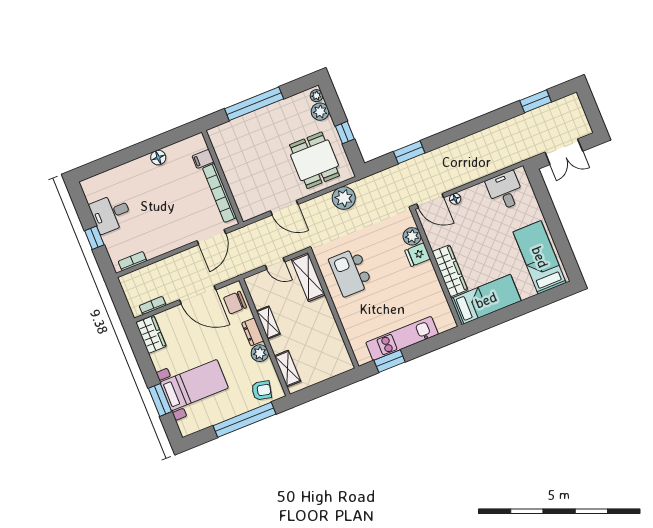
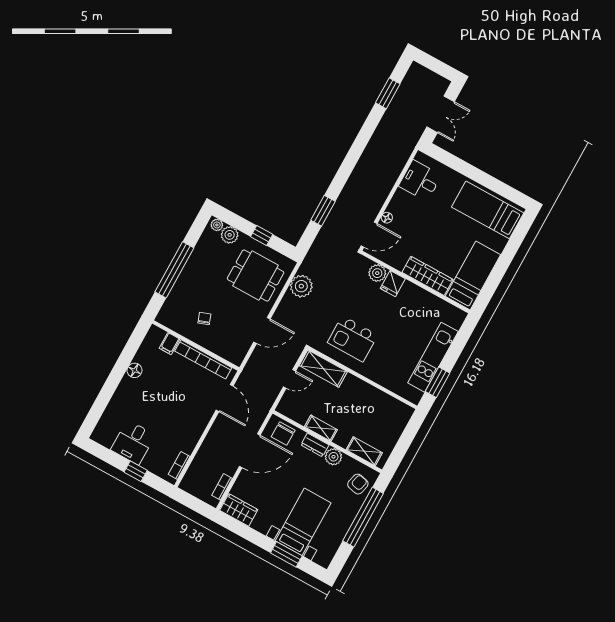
chair: (247, 161) -> (204, 319), added

